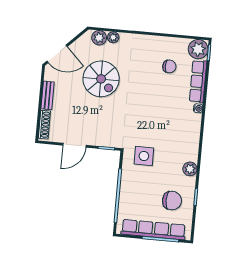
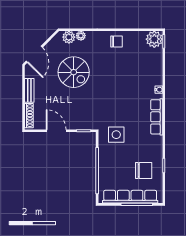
door: (57, 54) -> (34, 54), hinge flipped
chair: (169, 66) -> (117, 42), moved
row of seats: (198, 81) -> (157, 117), moved
door: (74, 145) -> (56, 131), swing flipped
plant: (190, 169) -> (157, 142), removed

